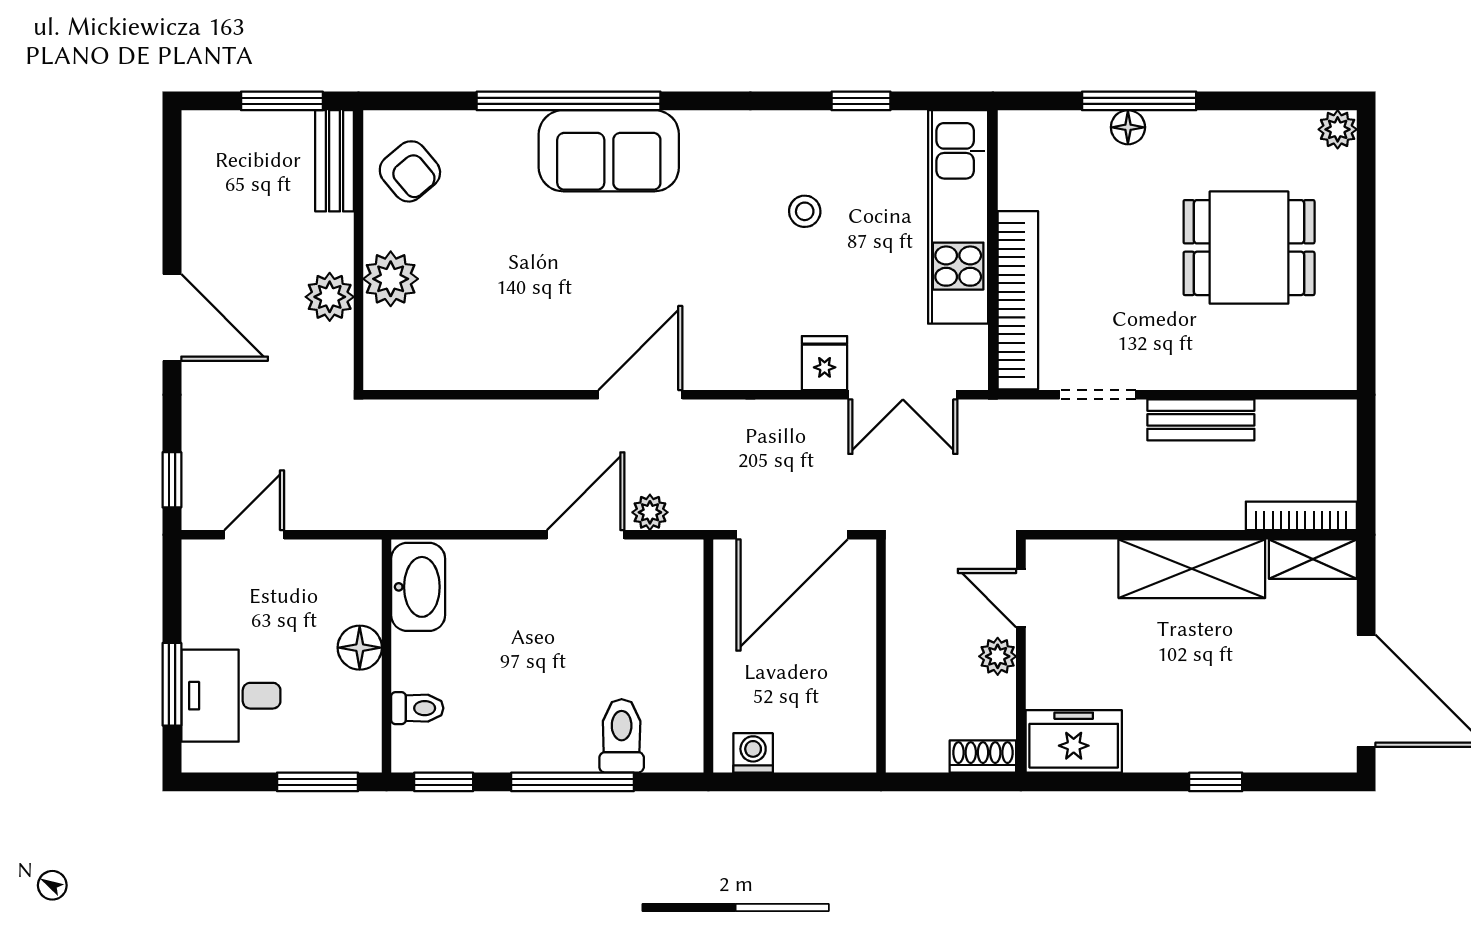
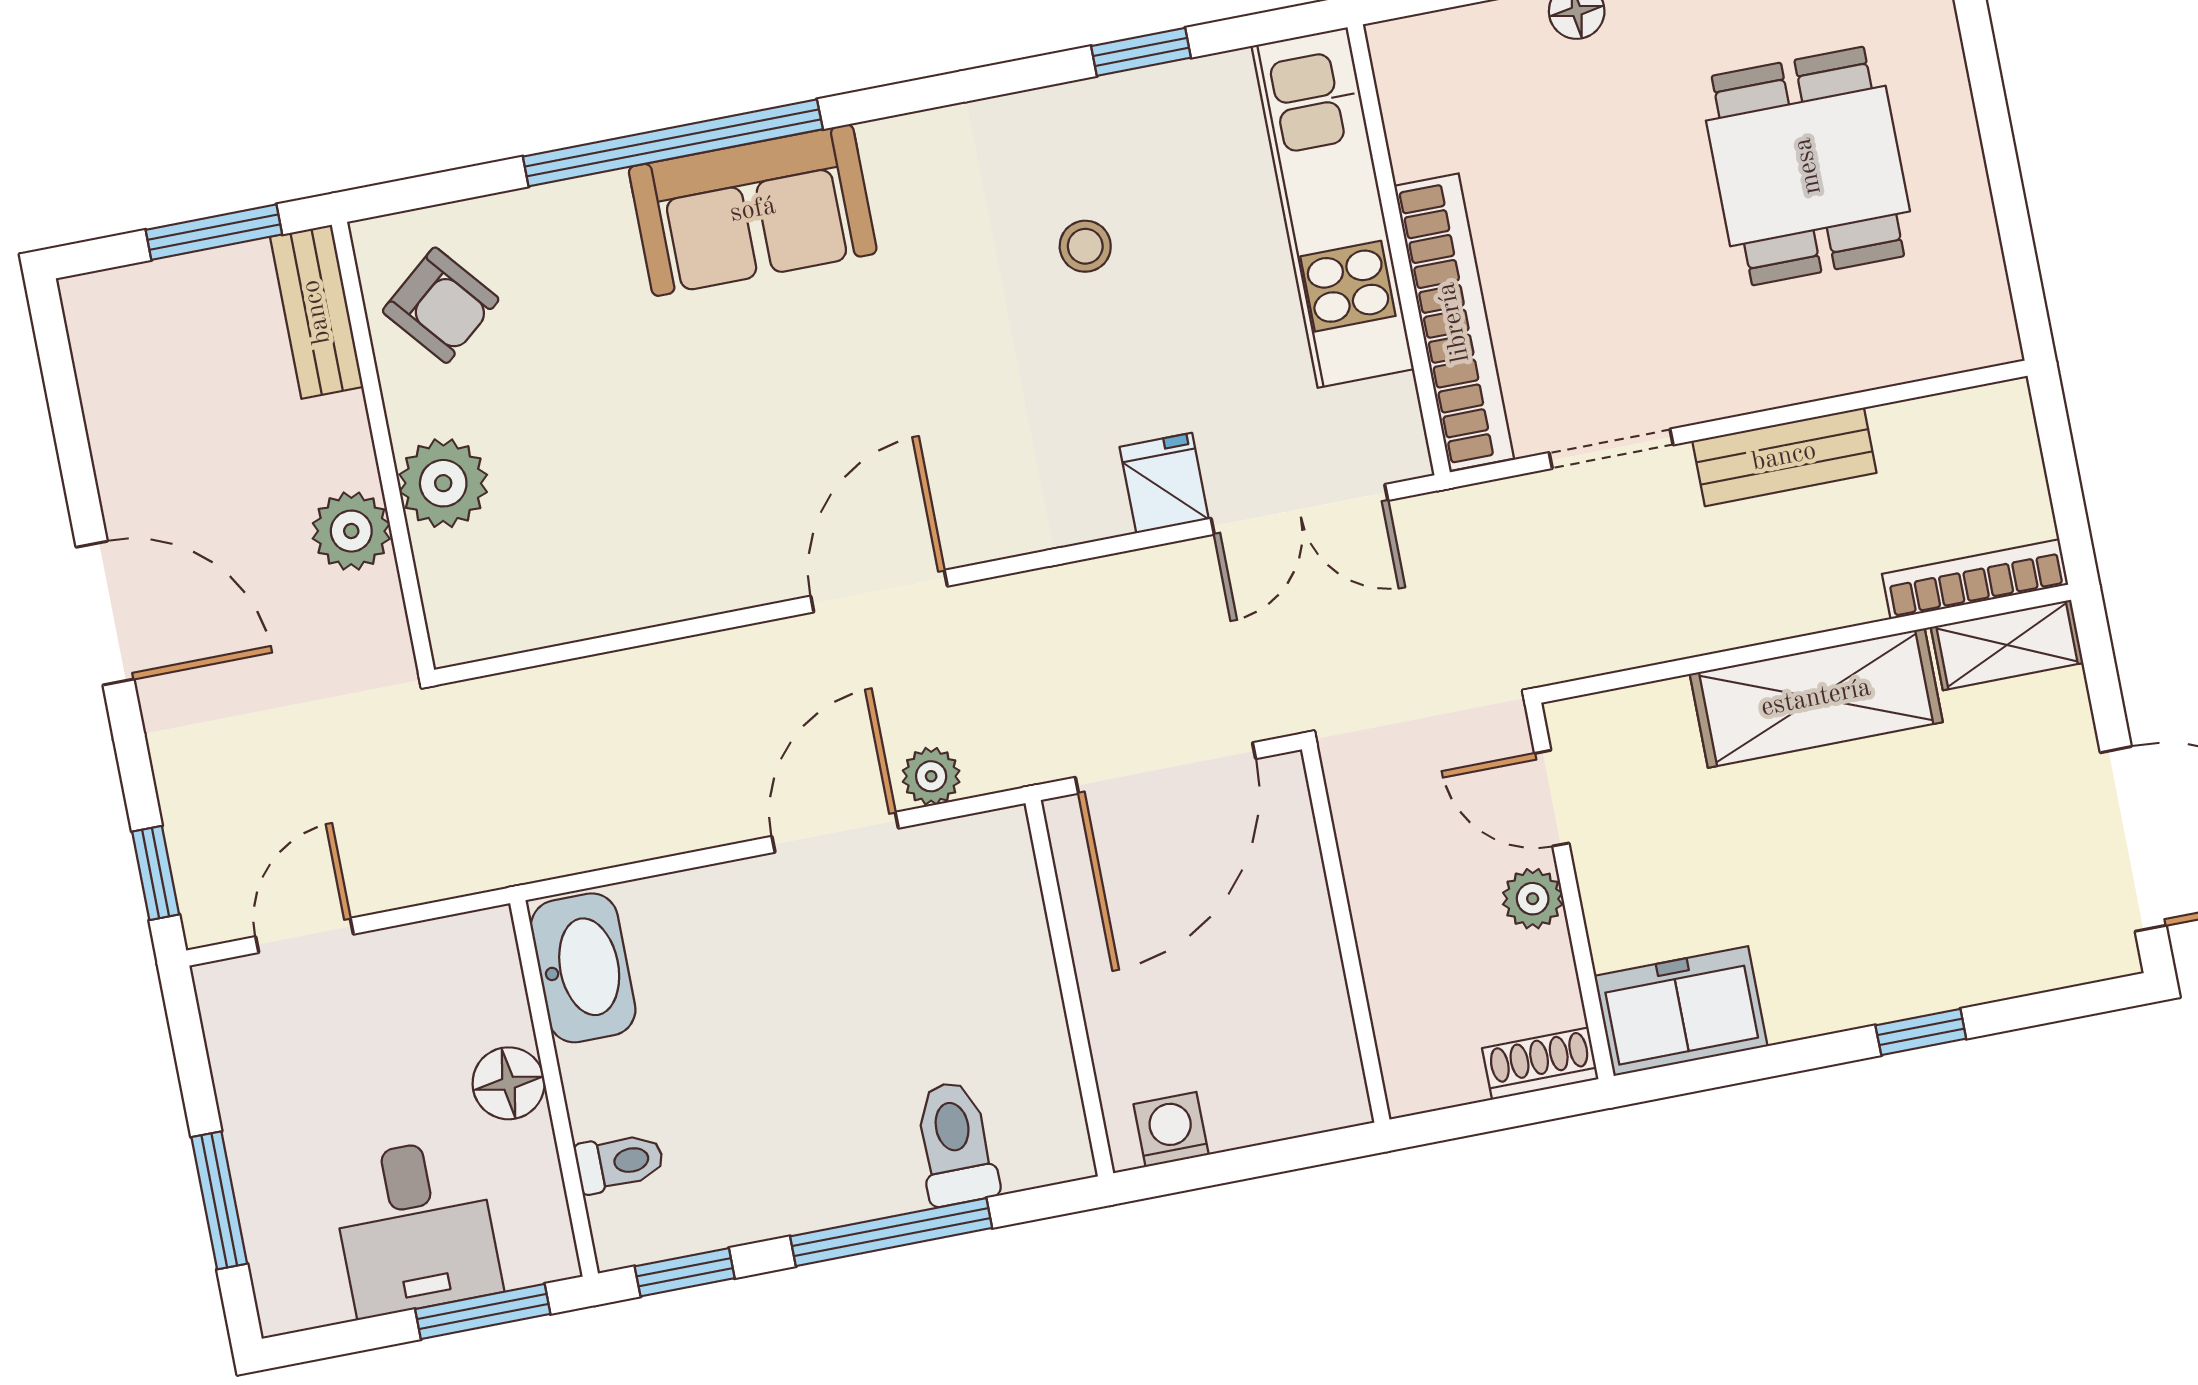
dining table: (1249, 248) -> (1808, 166), turned 90
desk: (231, 696) -> (416, 1227), moved, turned -90

